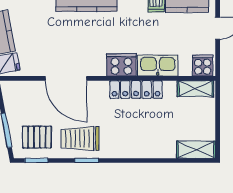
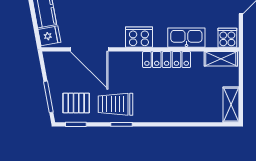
cooker: (121, 65) -> (139, 37), moved
door: (66, 78) -> (89, 49), moved
shelving: (196, 150) -> (231, 105), moved, turned 90

